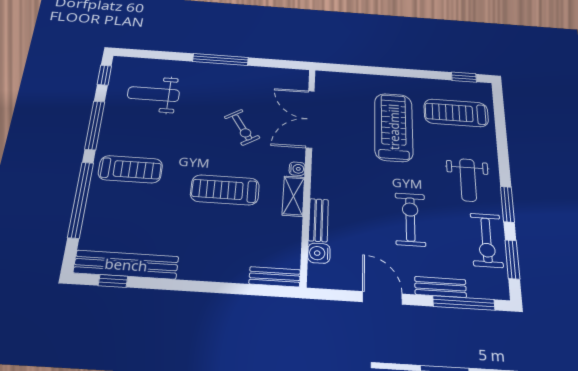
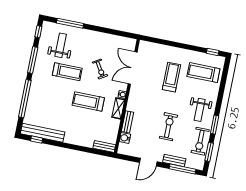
window: (220, 59) -> (70, 23), moved
weight bench: (153, 94) -> (61, 45), turned 90
treadmill: (394, 127) -> (171, 77), width x0.73, depth x0.73
treadmill: (130, 169) -> (67, 72), moved
door: (382, 298) -> (148, 162), swing flipped

